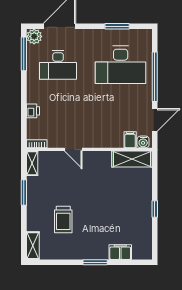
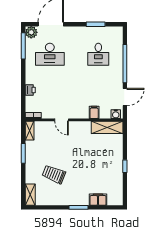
desk: (121, 65) -> (98, 54), width x0.53, depth x0.77
filing cabinet: (130, 140) -> (94, 112), moved
trolley: (63, 219) -> (54, 174), turned 112

